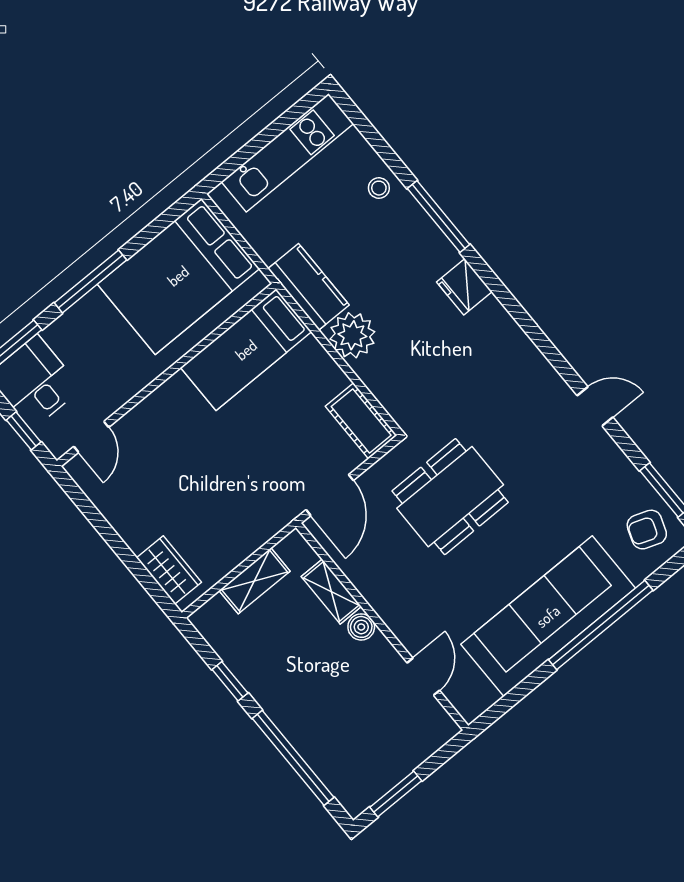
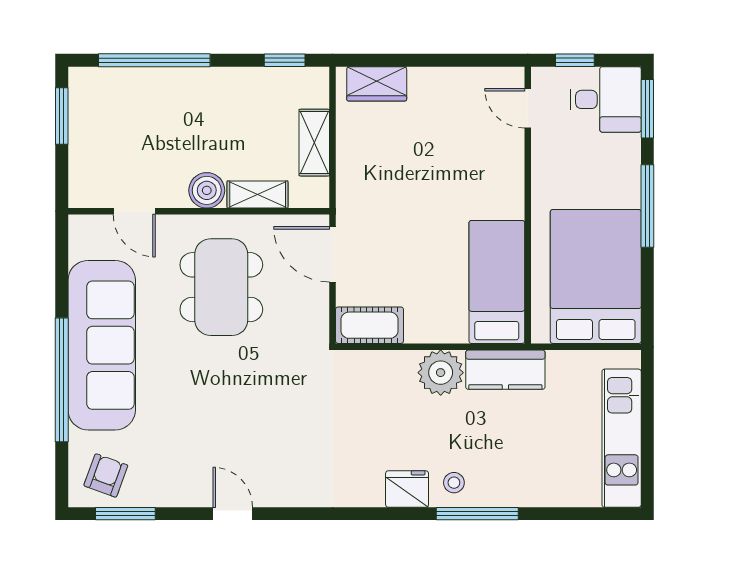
stool: (379, 188) -> (454, 483), moved
door: (595, 406) -> (233, 514), swing flipped
dining table: (450, 497) -> (221, 287), moved
boiler: (361, 627) -> (207, 190), width x1.36, depth x1.36
window: (230, 681) -> (285, 60), moved

